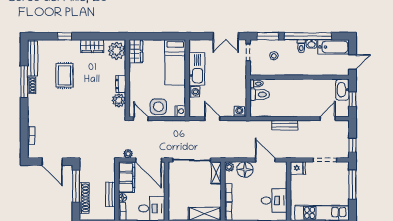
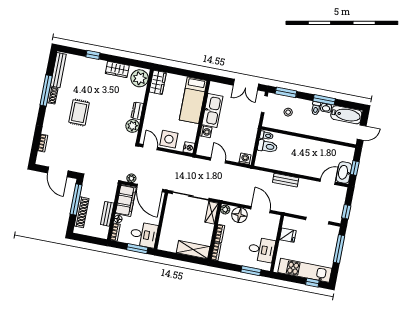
window: (308, 36) -> (324, 100), width x0.47
rug: (64, 75) -> (79, 112), moved
washbasin: (342, 90) -> (344, 172), moved
fridge: (298, 168) -> (288, 235), moved

